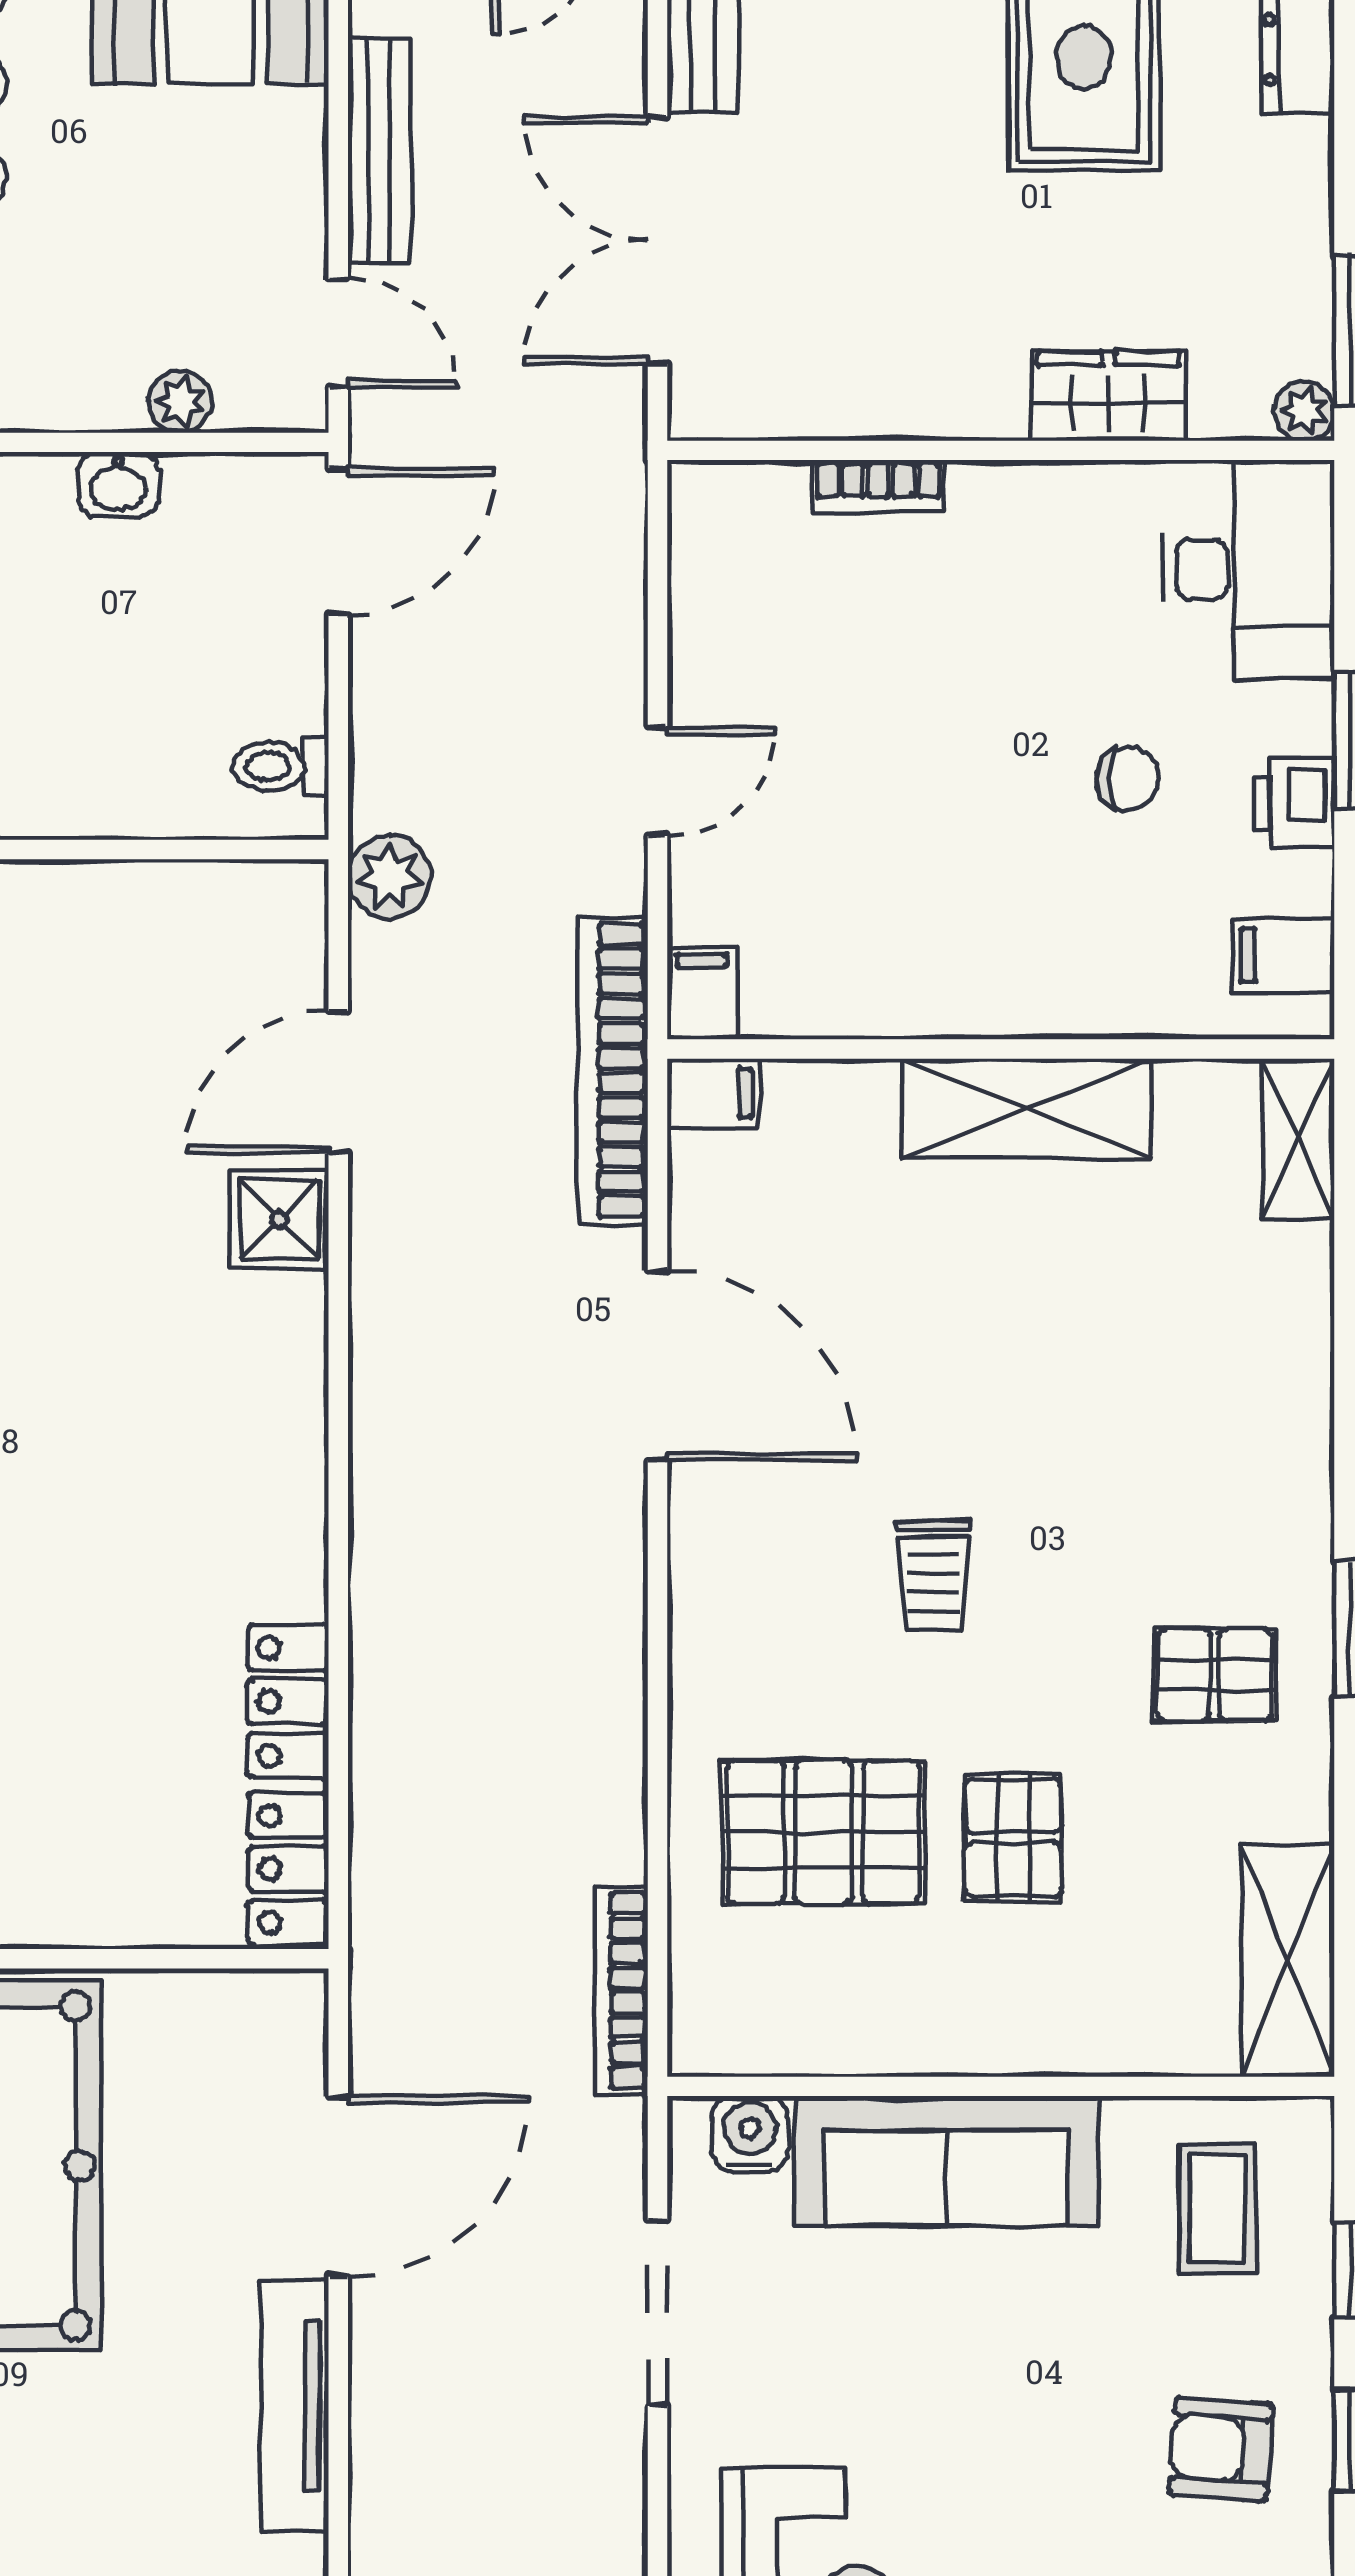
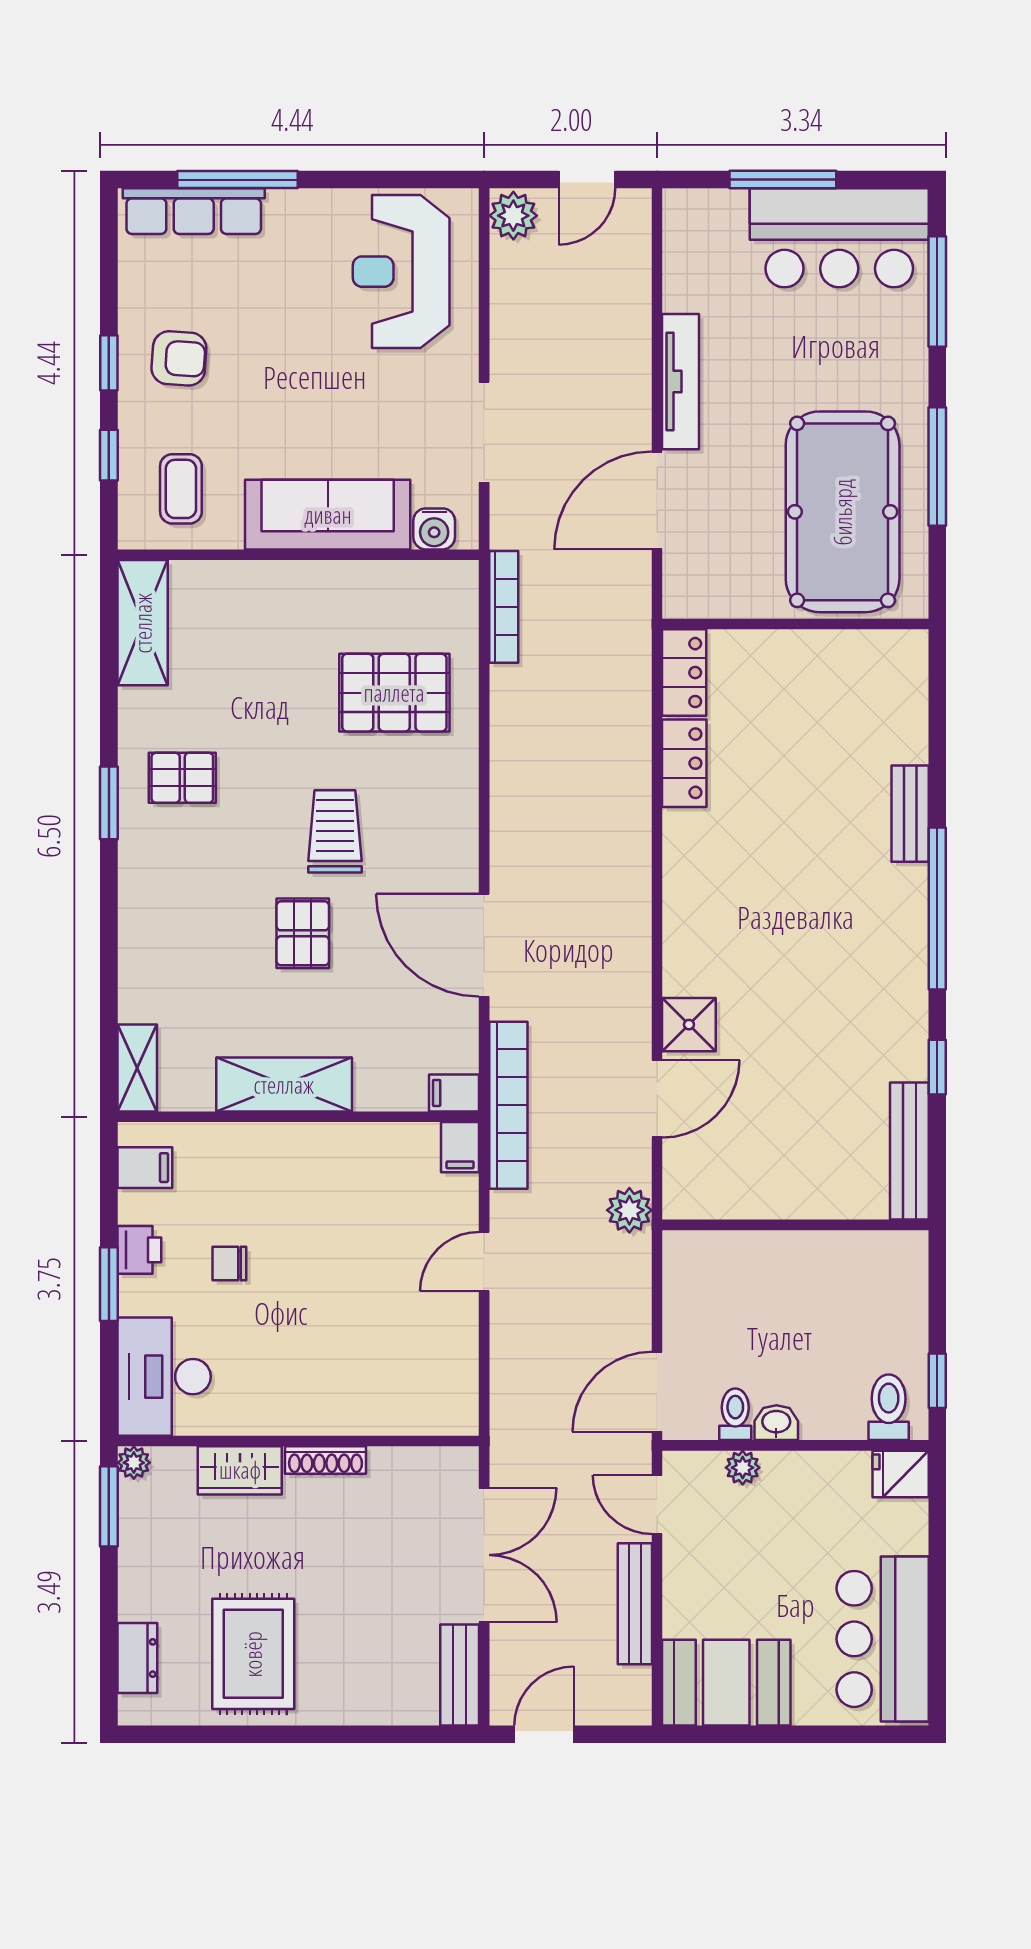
shoe rack: (950, 415) -> (326, 1460), added
bookcase: (878, 486) -> (365, 1422), removed
toilet: (281, 766) -> (735, 1414), moved, turned -90
trolley: (933, 1576) -> (335, 831), width x1.36, depth x1.39
pallet: (1013, 1838) -> (303, 933), moved

